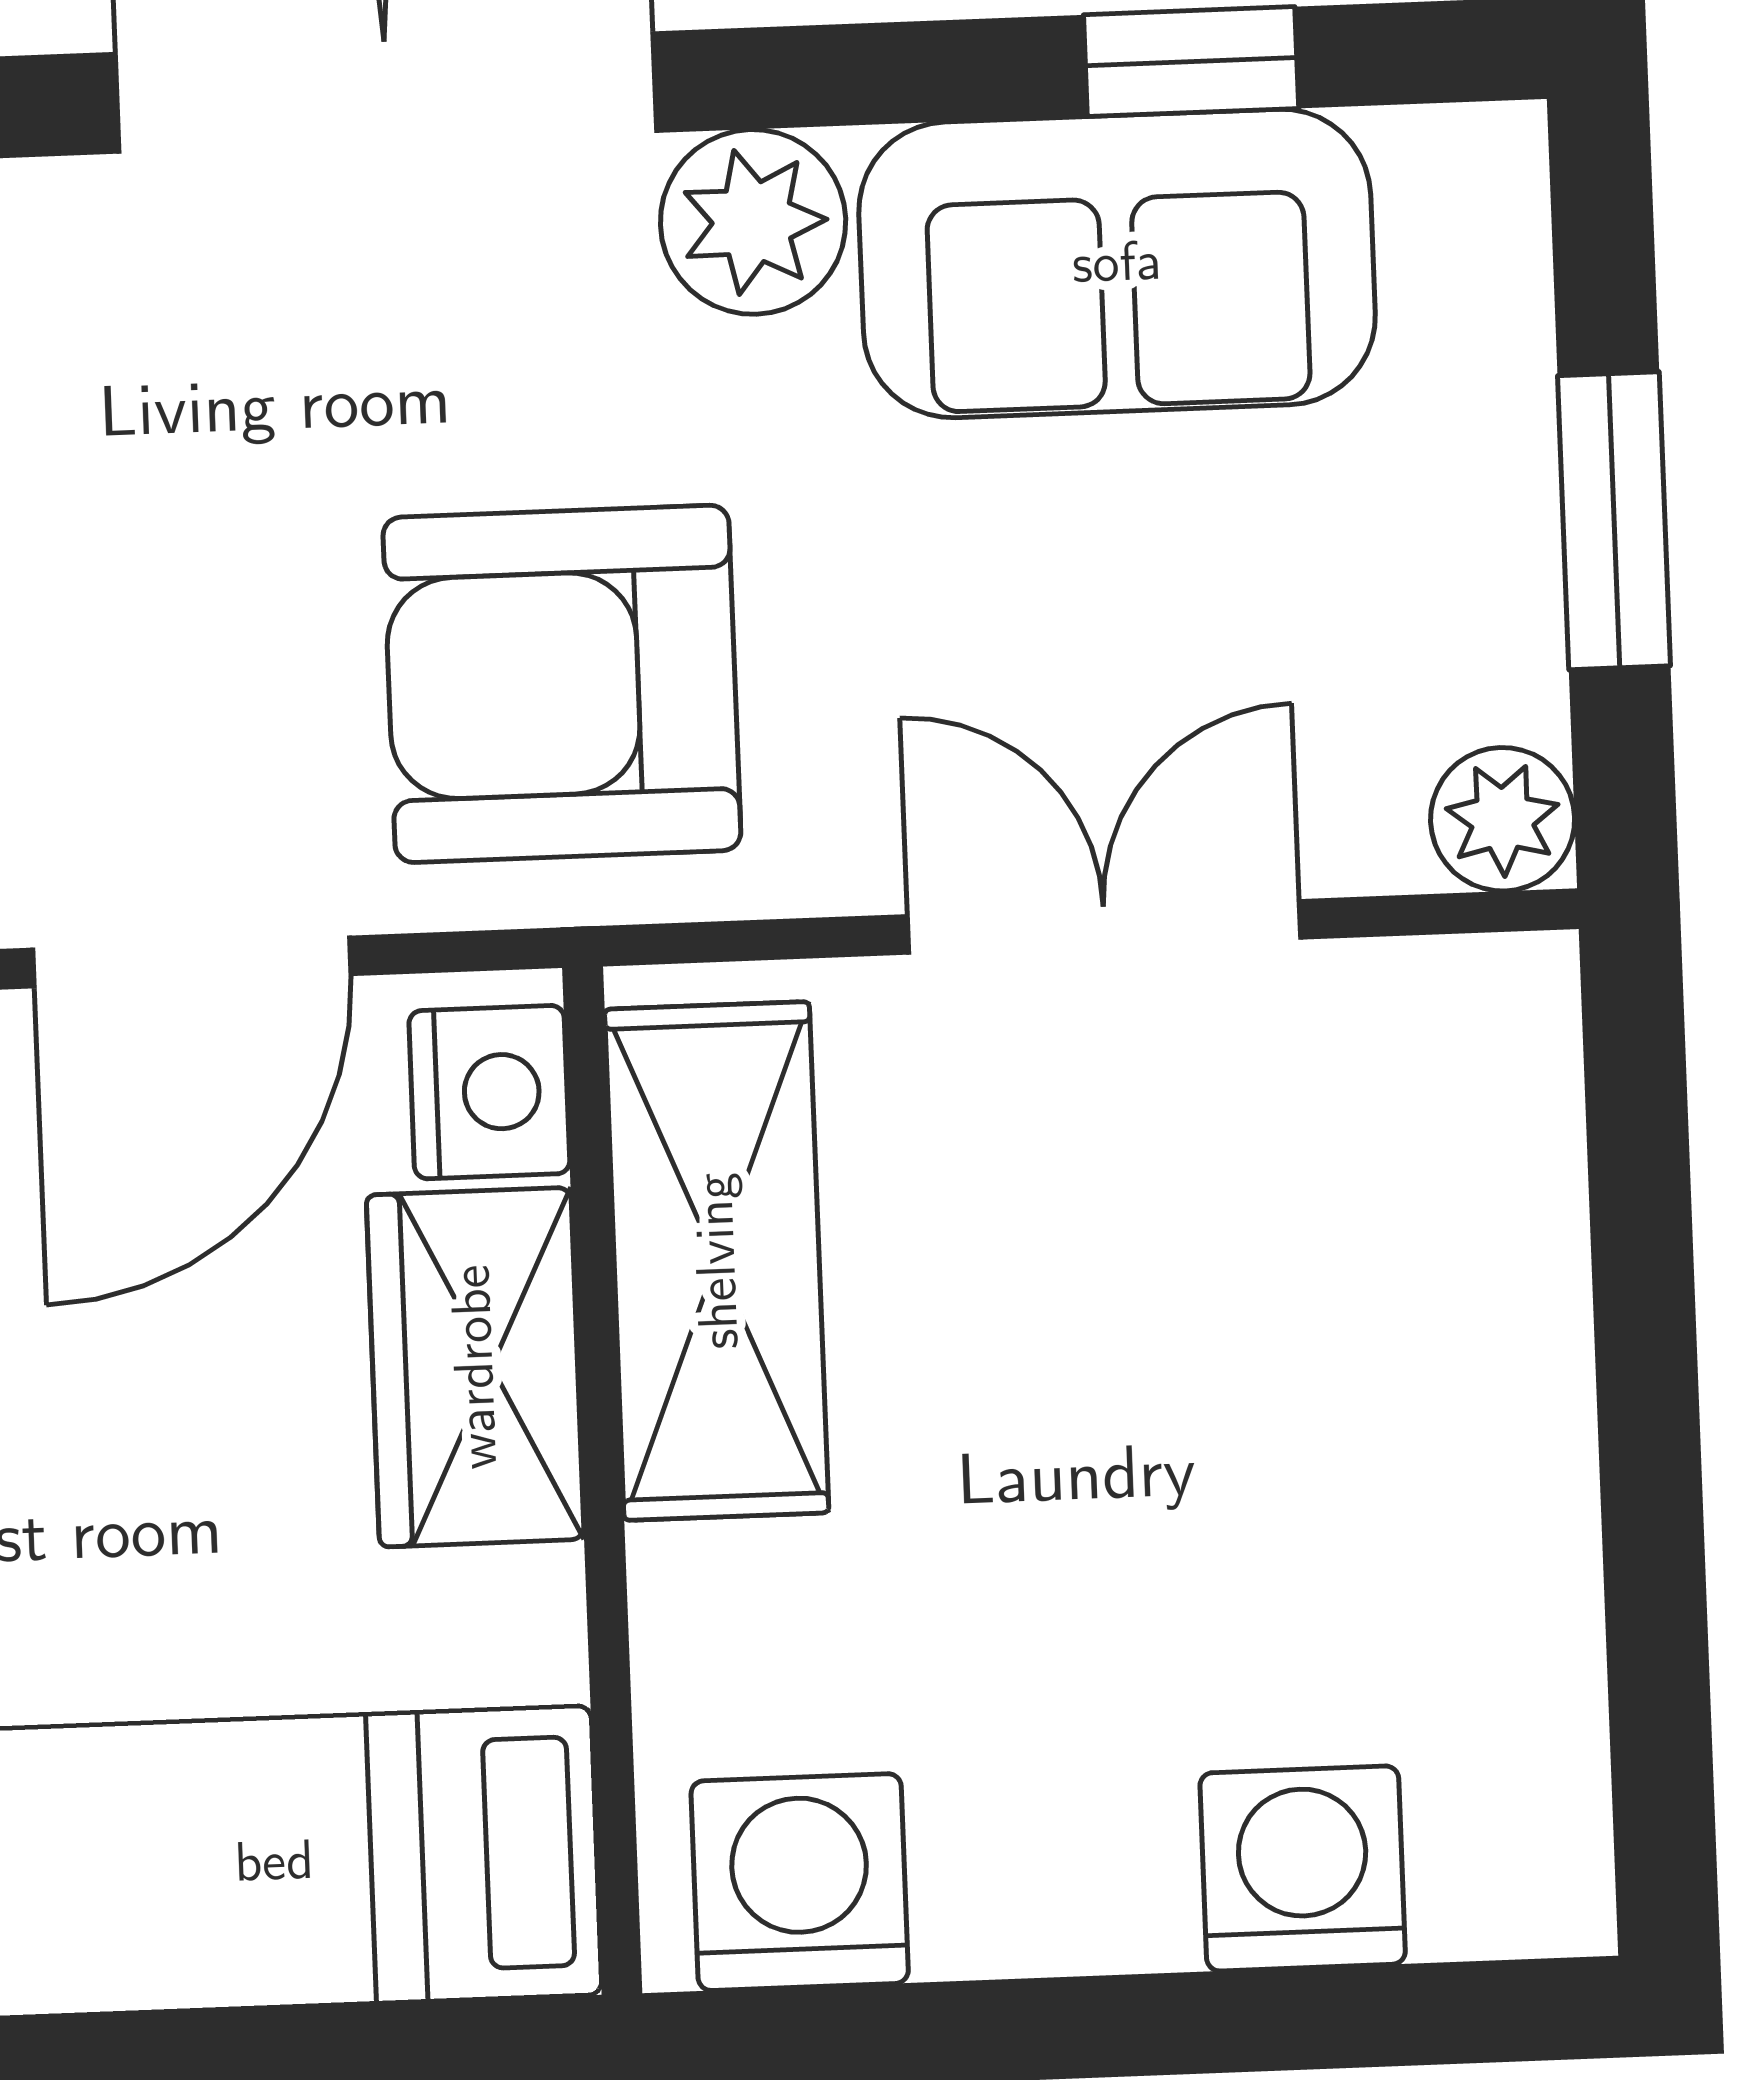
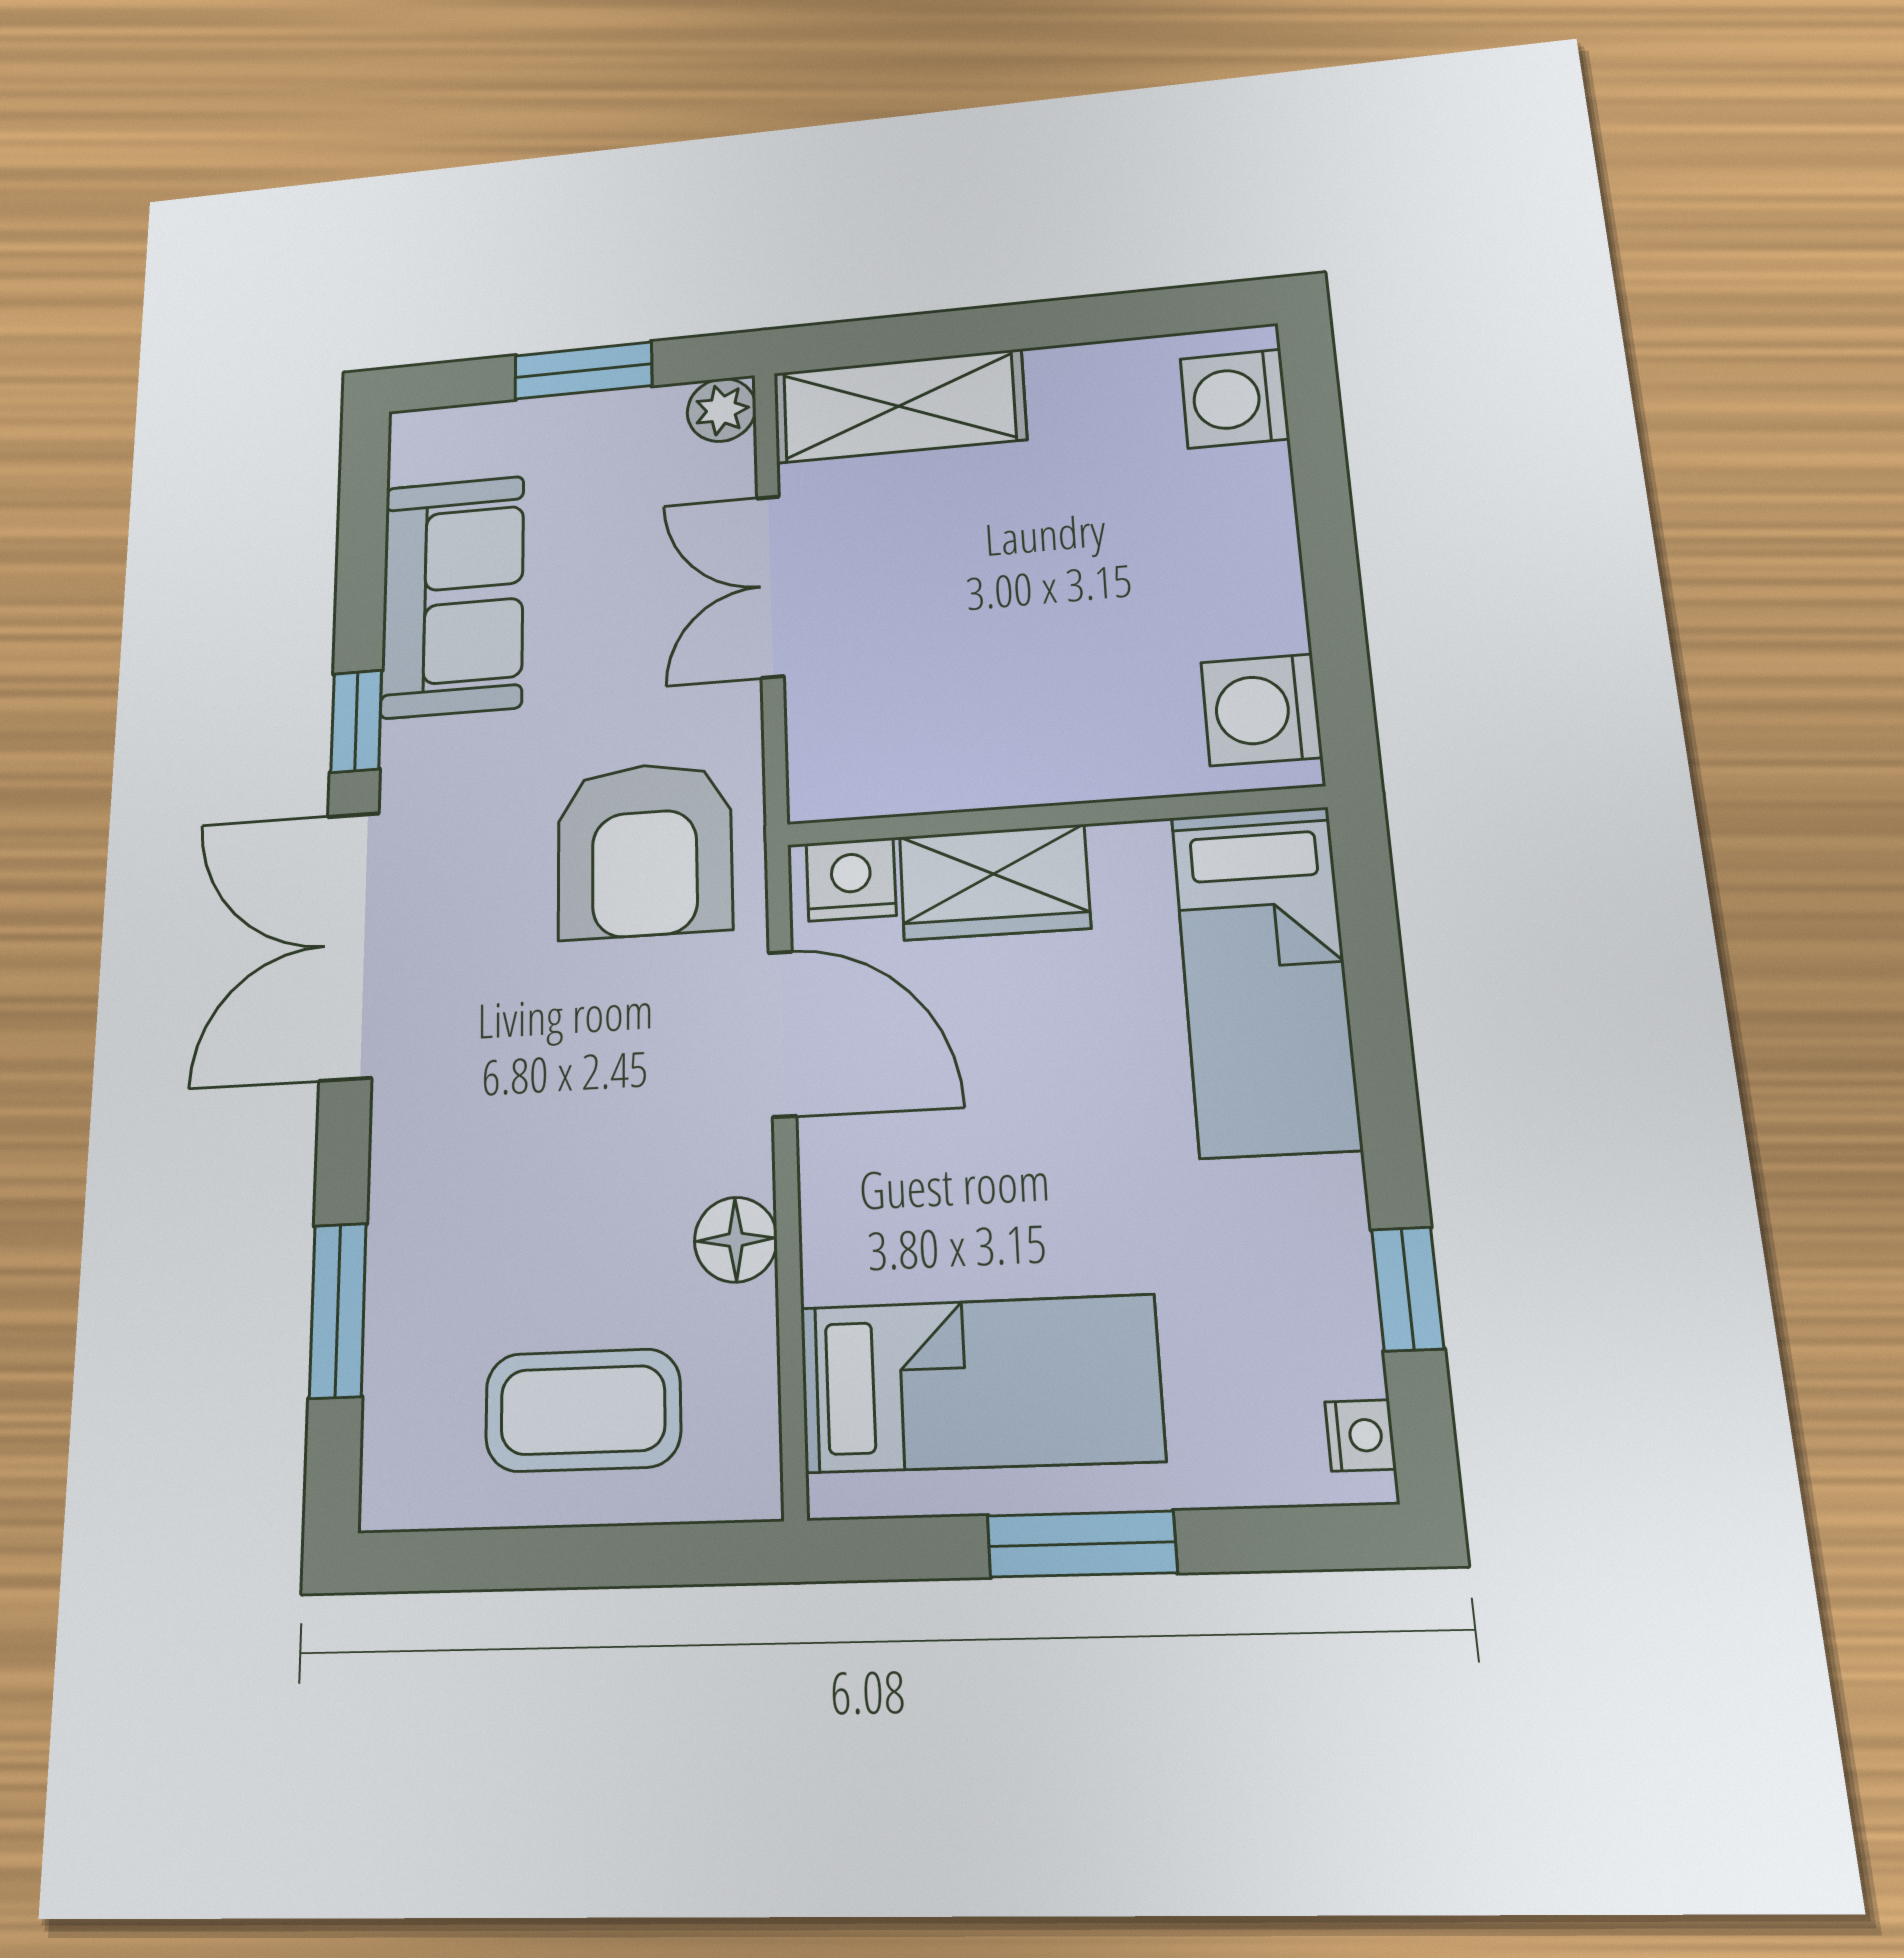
window: (1191, 62) -> (356, 721), moved
plant: (753, 222) -> (423, 765), removed
shelving: (717, 1261) -> (899, 406), moved
washing machine: (1303, 1868) -> (1235, 399), moved

